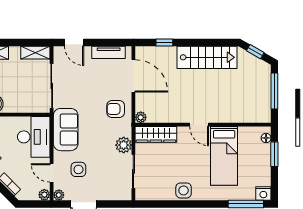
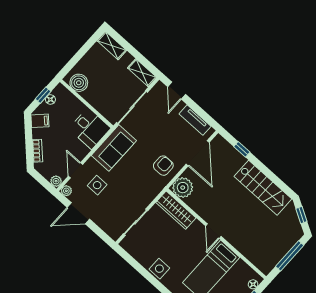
armchair: (116, 109) -> (163, 166), turned 90
plant: (141, 117) -> (183, 188), width x1.88, depth x1.88
desk: (34, 137) -> (90, 128), width x0.73
plant: (124, 145) -> (146, 197), removed

